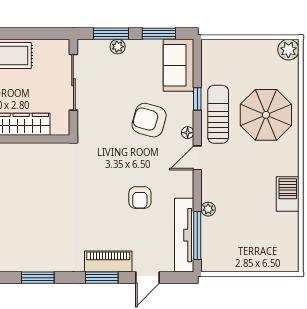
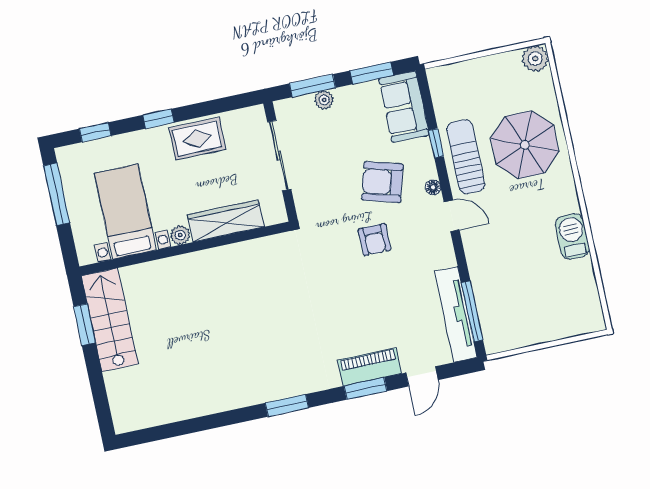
door: (197, 158) -> (452, 216), swing flipped
armchair: (140, 198) -> (375, 240), moved
plant: (208, 209) -> (478, 276), removed

